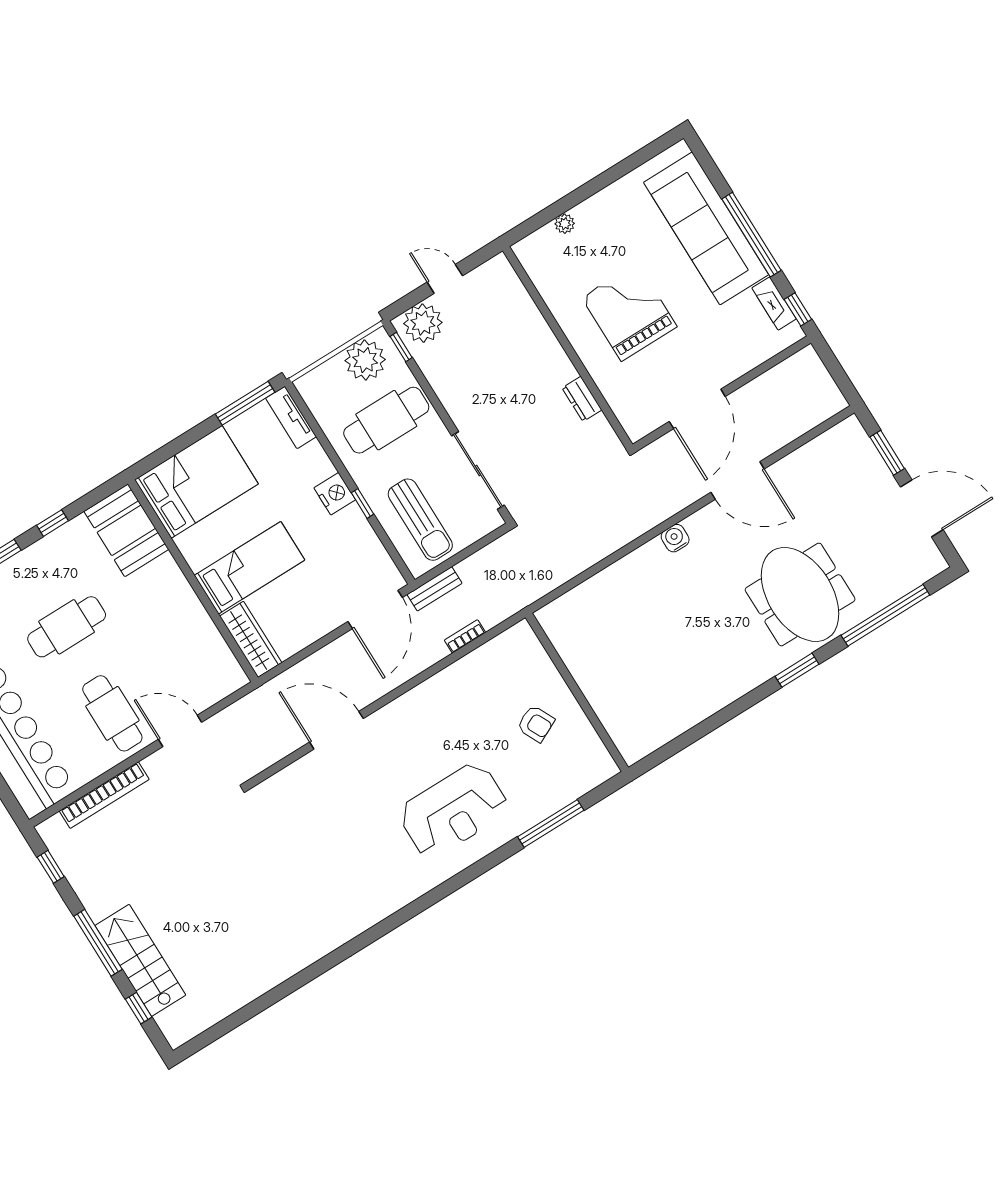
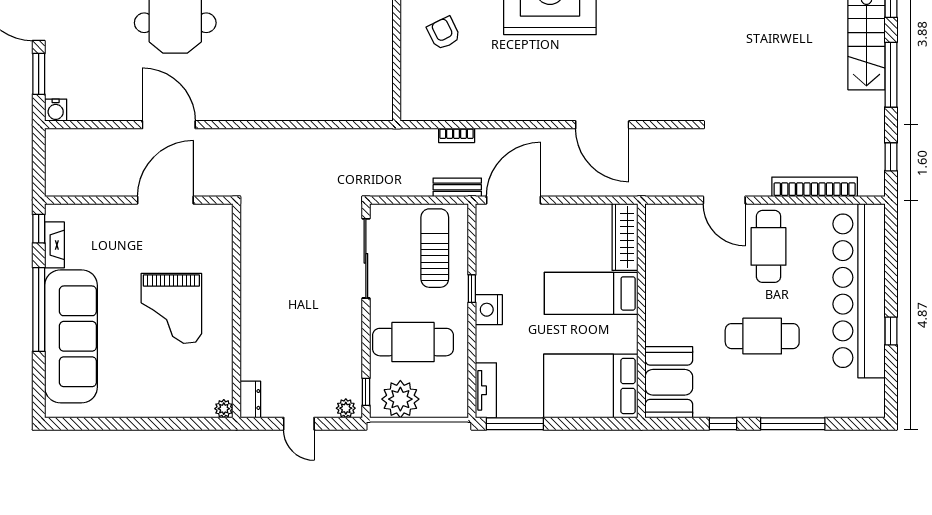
plant: (565, 224) -> (224, 409), moved
plant: (423, 323) -> (346, 408), width x0.53, depth x0.53
dresser: (582, 399) -> (250, 399), moved
water cooler: (675, 538) -> (56, 110), moved

